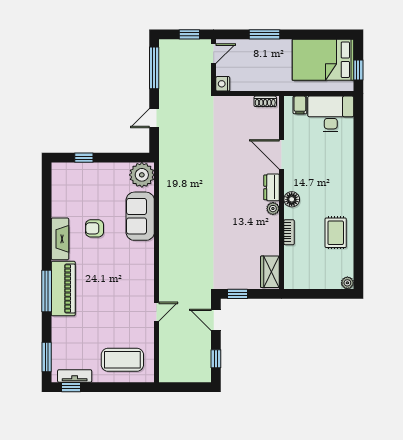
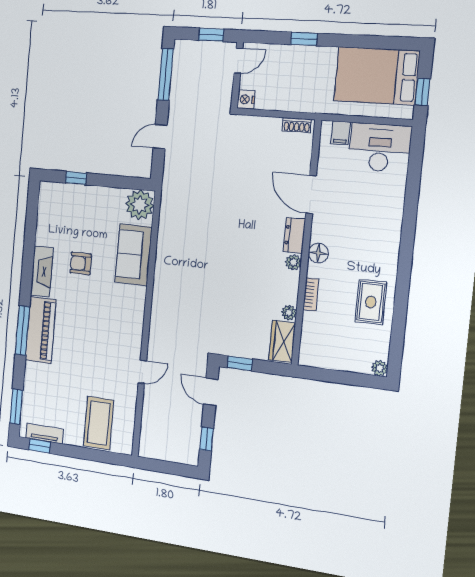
window: (264, 34) -> (304, 39), width x0.67
plant: (273, 249) -> (289, 313), added
coffee table: (122, 360) -> (99, 423), turned 90

